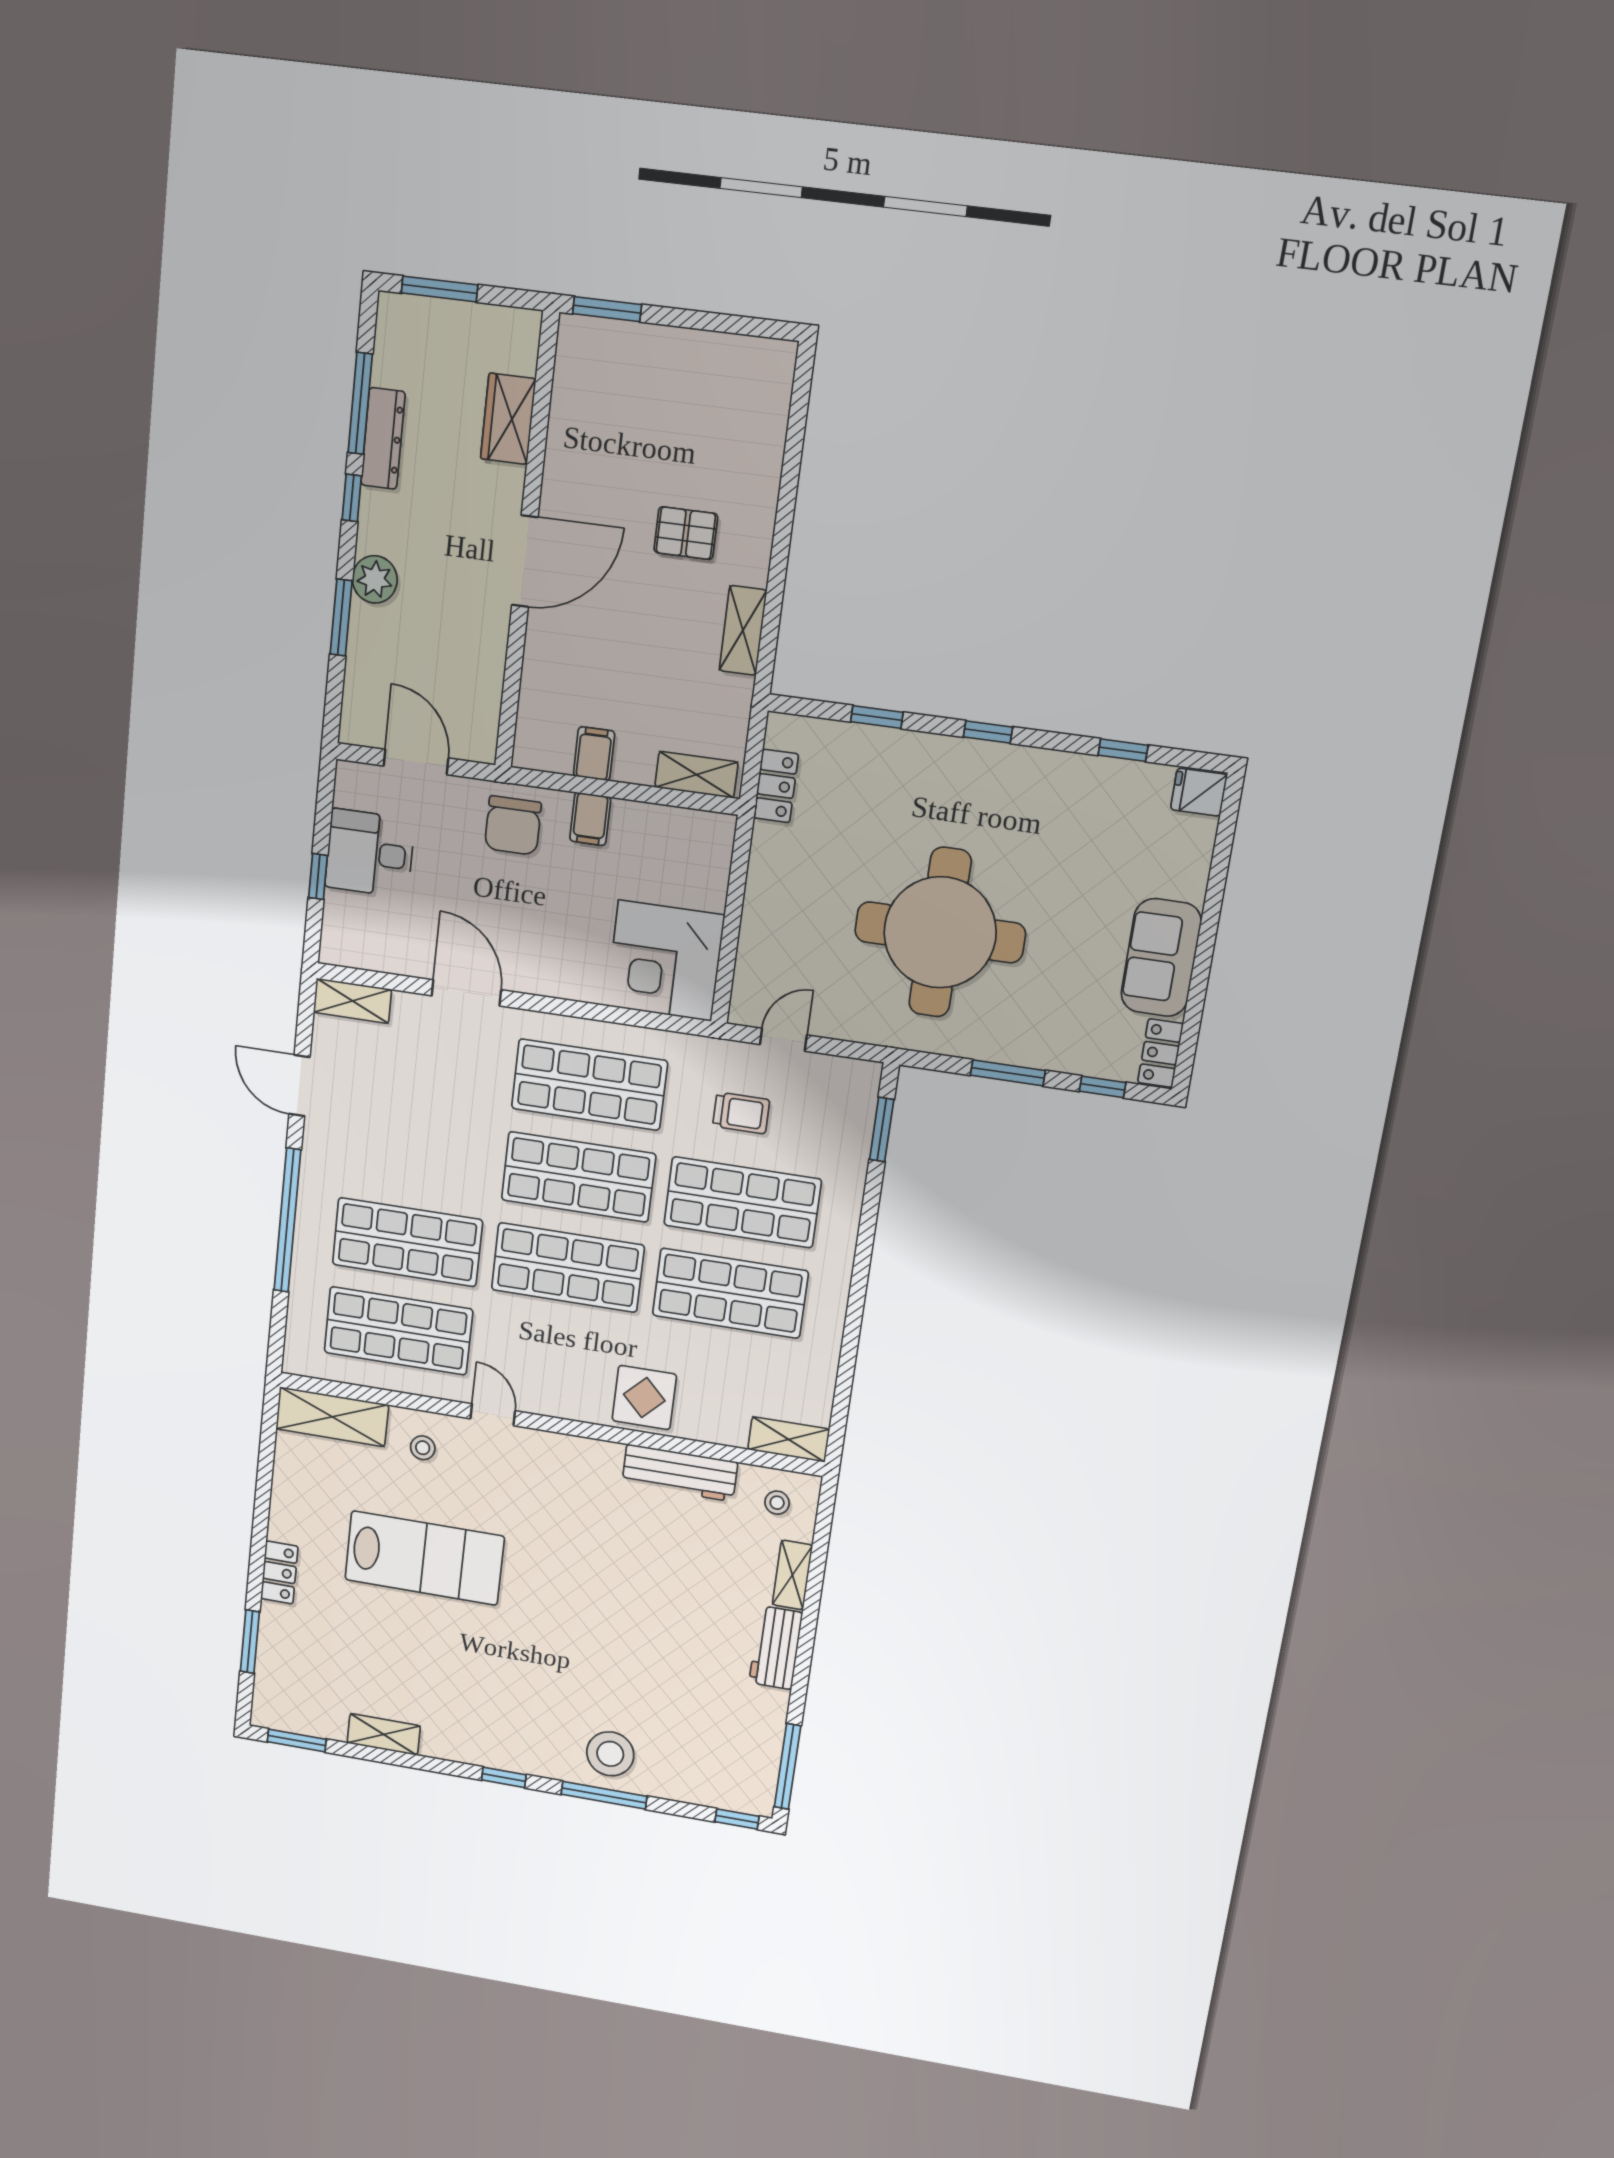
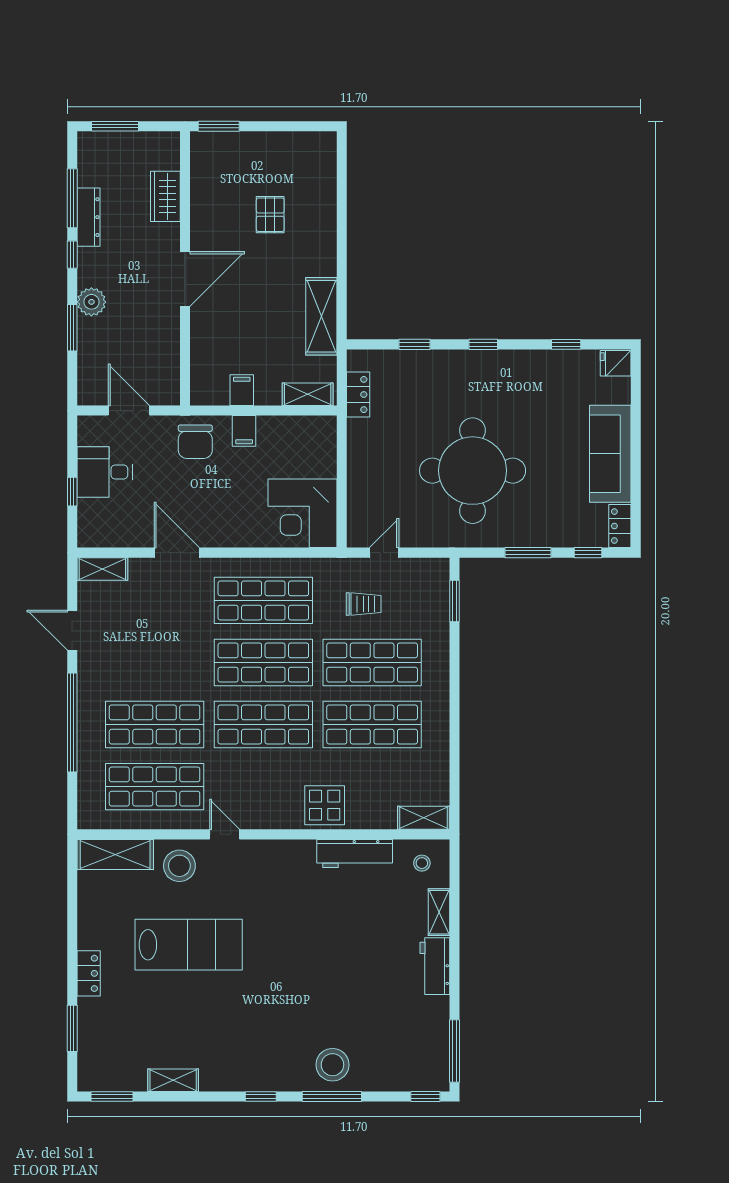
pallet: (686, 533) -> (270, 215), moved, turned 90
shelving: (743, 630) -> (321, 316), width x1.50, depth x1.33
sofa: (1161, 958) -> (610, 454), width x1.36
stool: (423, 1448) -> (179, 866), width x1.89, depth x1.89

